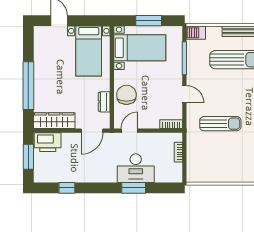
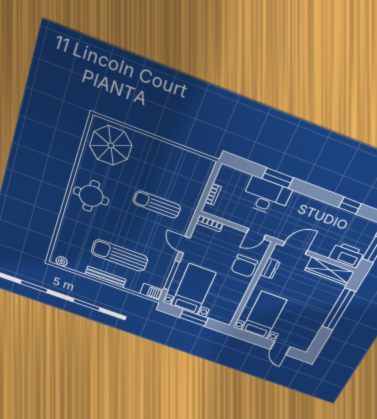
bed with nightstands: (140, 48) -> (193, 289), moved, turned 90

